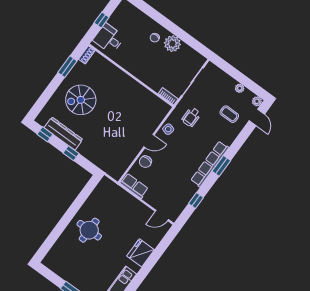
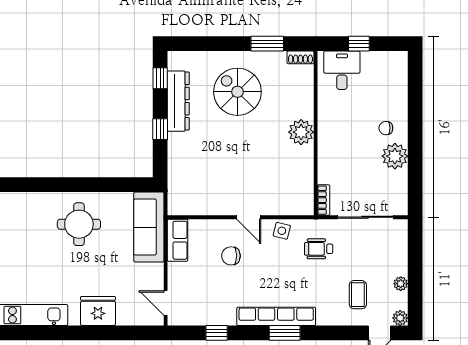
plant: (125, 82) -> (301, 132), added
chair: (145, 162) -> (231, 256), moved
sofa: (117, 196) -> (149, 227), added

